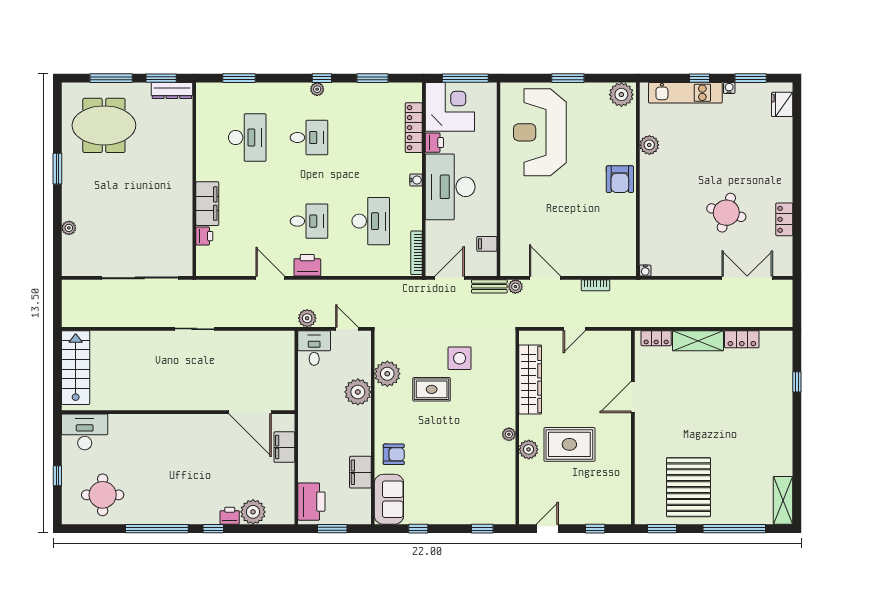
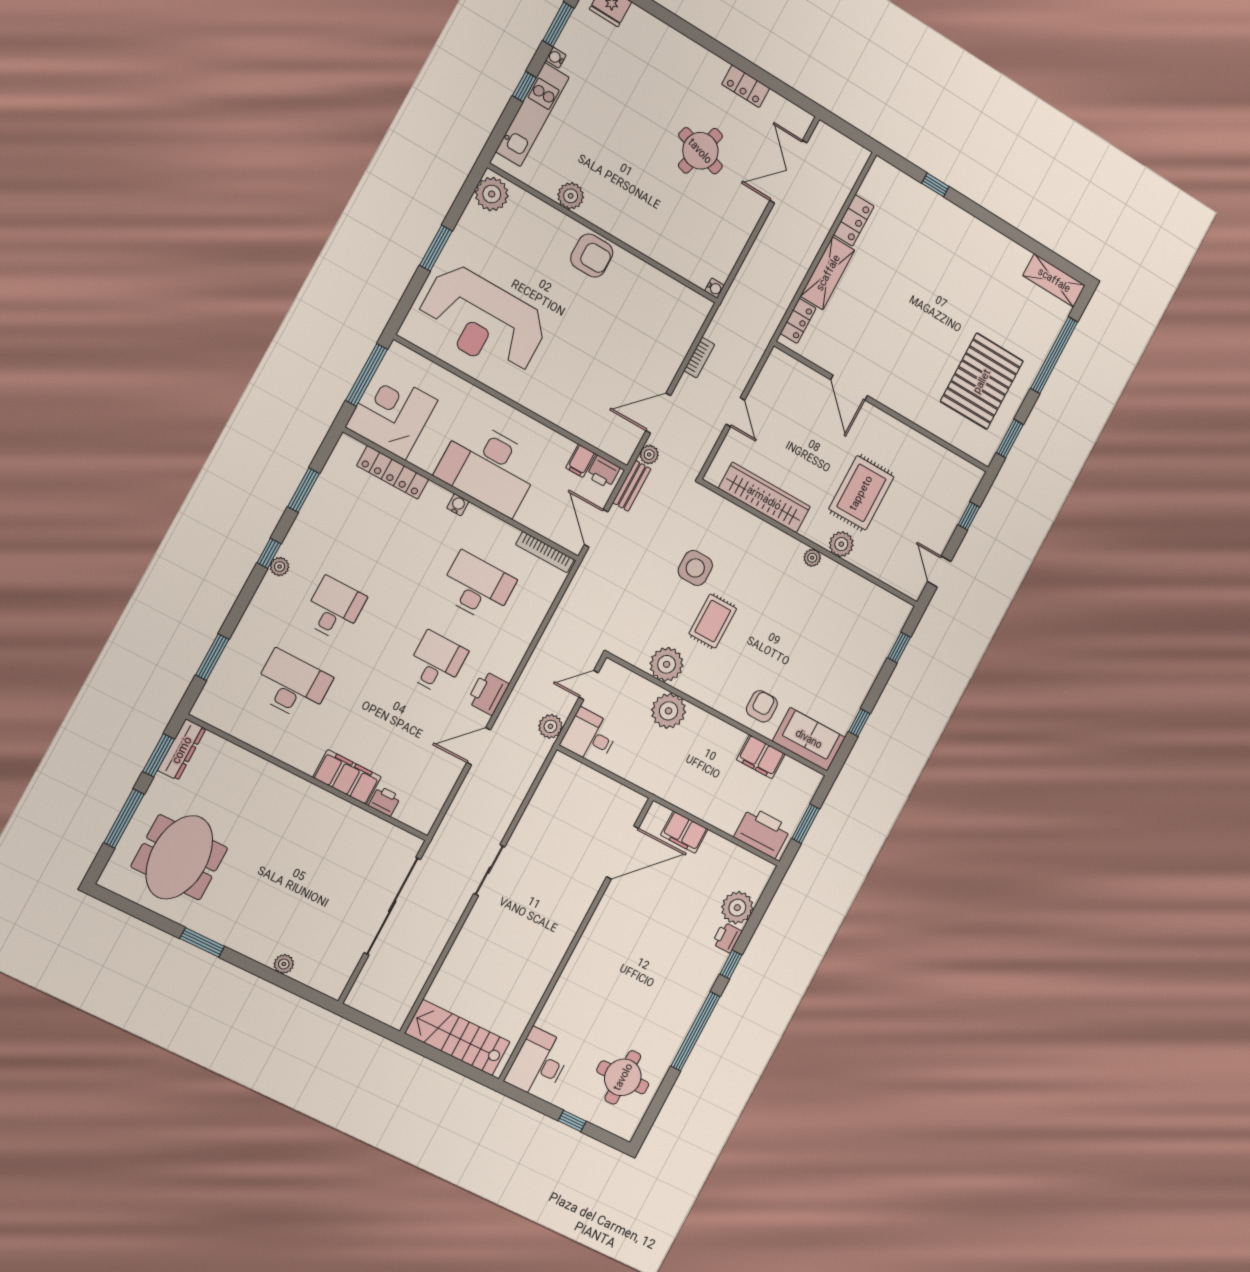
printer: (434, 143) -> (603, 472), moved, turned 180
pallet: (689, 487) -> (982, 381), turned 90

